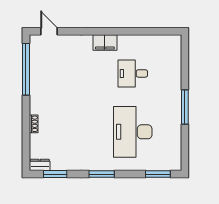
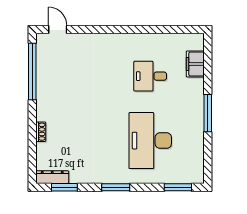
filing cabinet: (105, 42) -> (195, 64), moved, turned 90
dresser: (40, 165) -> (52, 177), width x1.44

